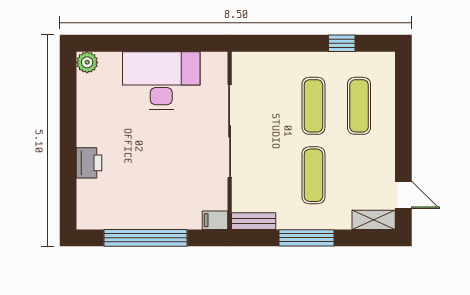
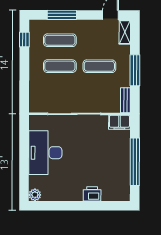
window: (342, 43) -> (24, 39), moved
window: (403, 109) -> (62, 15), added
filing cabinet: (215, 220) -> (119, 122), width x2.00

